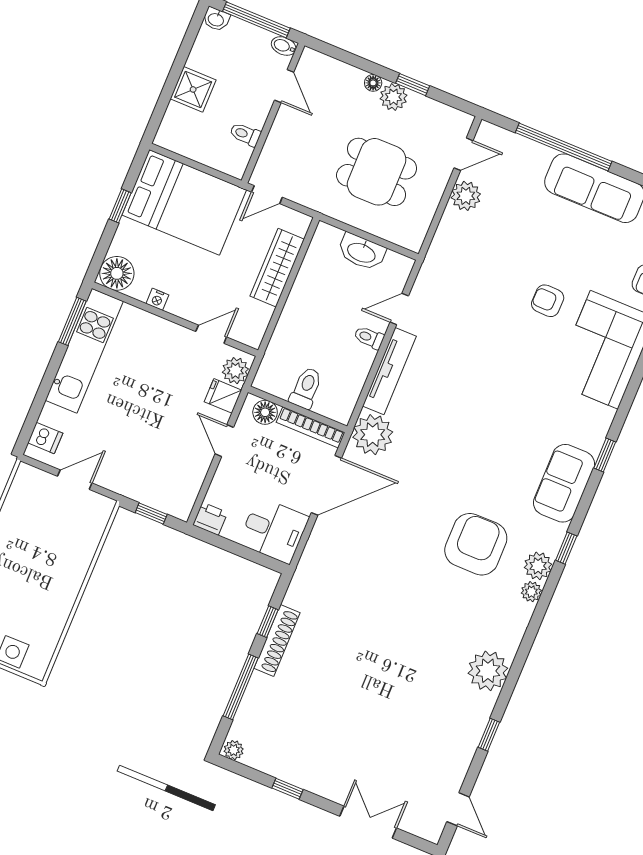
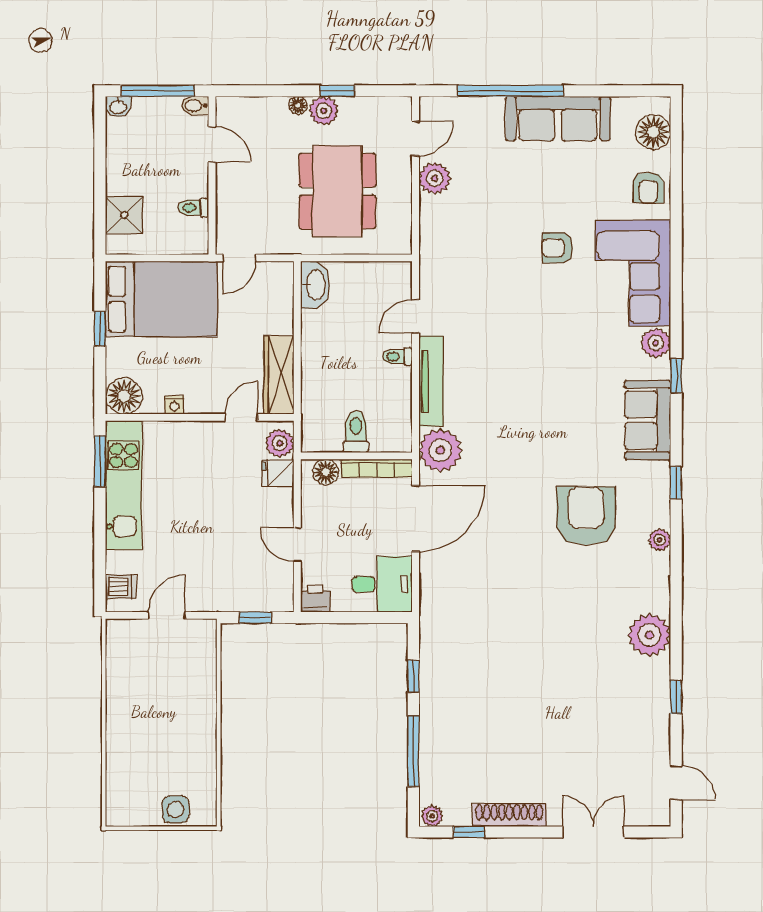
shower: (193, 89) -> (124, 215), moved
dining table: (377, 172) -> (337, 191), width x1.38
washbasin: (362, 252) -> (315, 285), moved, turned -90
wardrobe: (277, 268) -> (279, 375), moved
door: (224, 441) -> (297, 545), moved
plant: (538, 566) -> (656, 343), moved
shoe rack: (277, 640) -> (509, 815), moved, turned -90
window: (288, 789) -> (469, 832), moved

